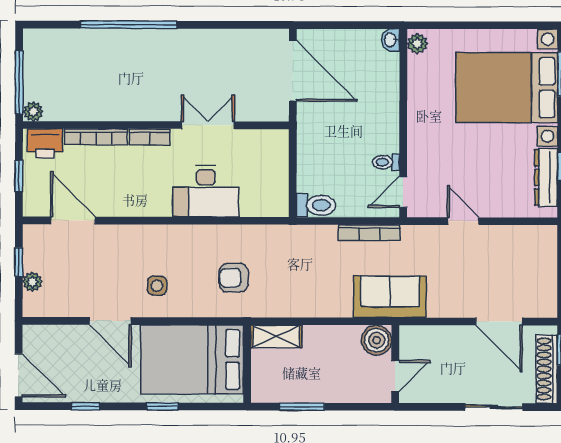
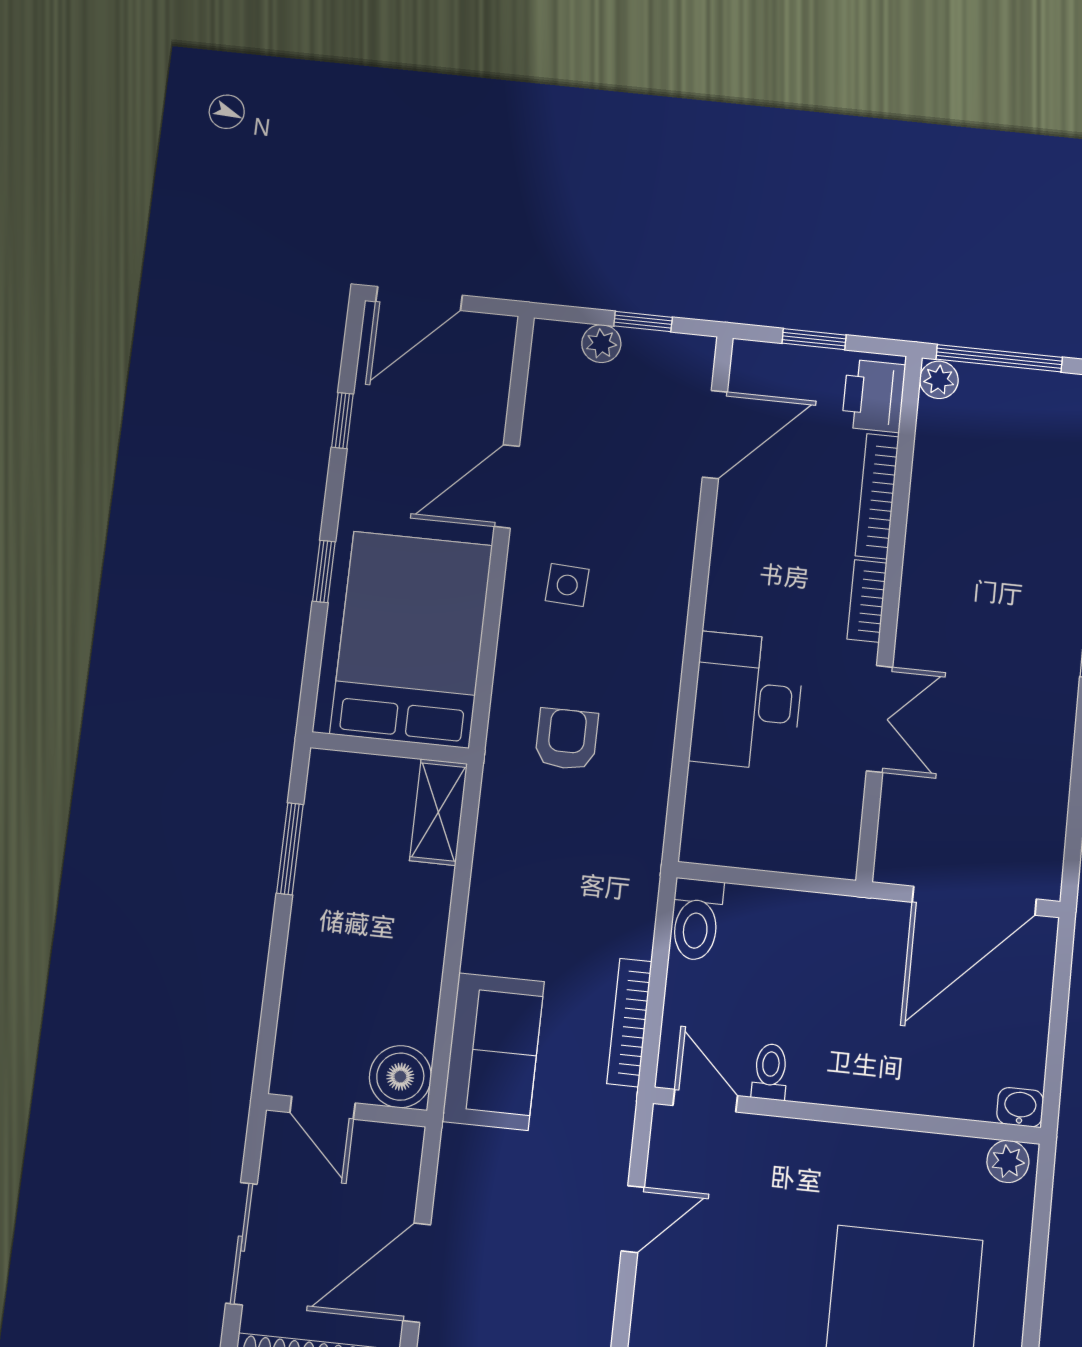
boiler: (377, 340) -> (400, 1077), moved
wall: (395, 364) -> (347, 1110), moved
door: (395, 376) -> (323, 1108), moved

